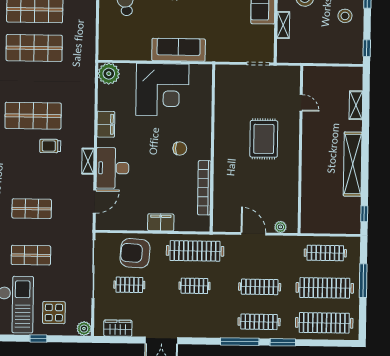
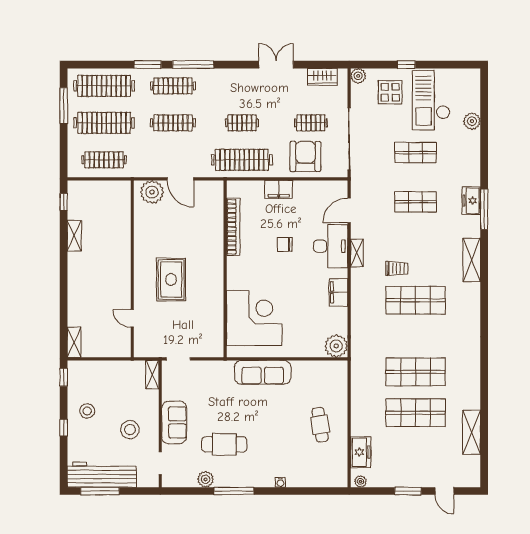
shelving: (283, 25) -> (152, 375), moved
corner desk: (162, 90) -> (254, 318), moved, turned 90
shelving: (356, 105) -> (74, 342), moved
chair: (180, 148) -> (285, 244), moved
shelving: (353, 164) -> (74, 236), width x0.45, depth x0.75
plant: (280, 227) -> (152, 192), width x1.88, depth x1.88
armchair: (135, 253) -> (305, 156), turned -94
window: (363, 281) -> (64, 106), moved

